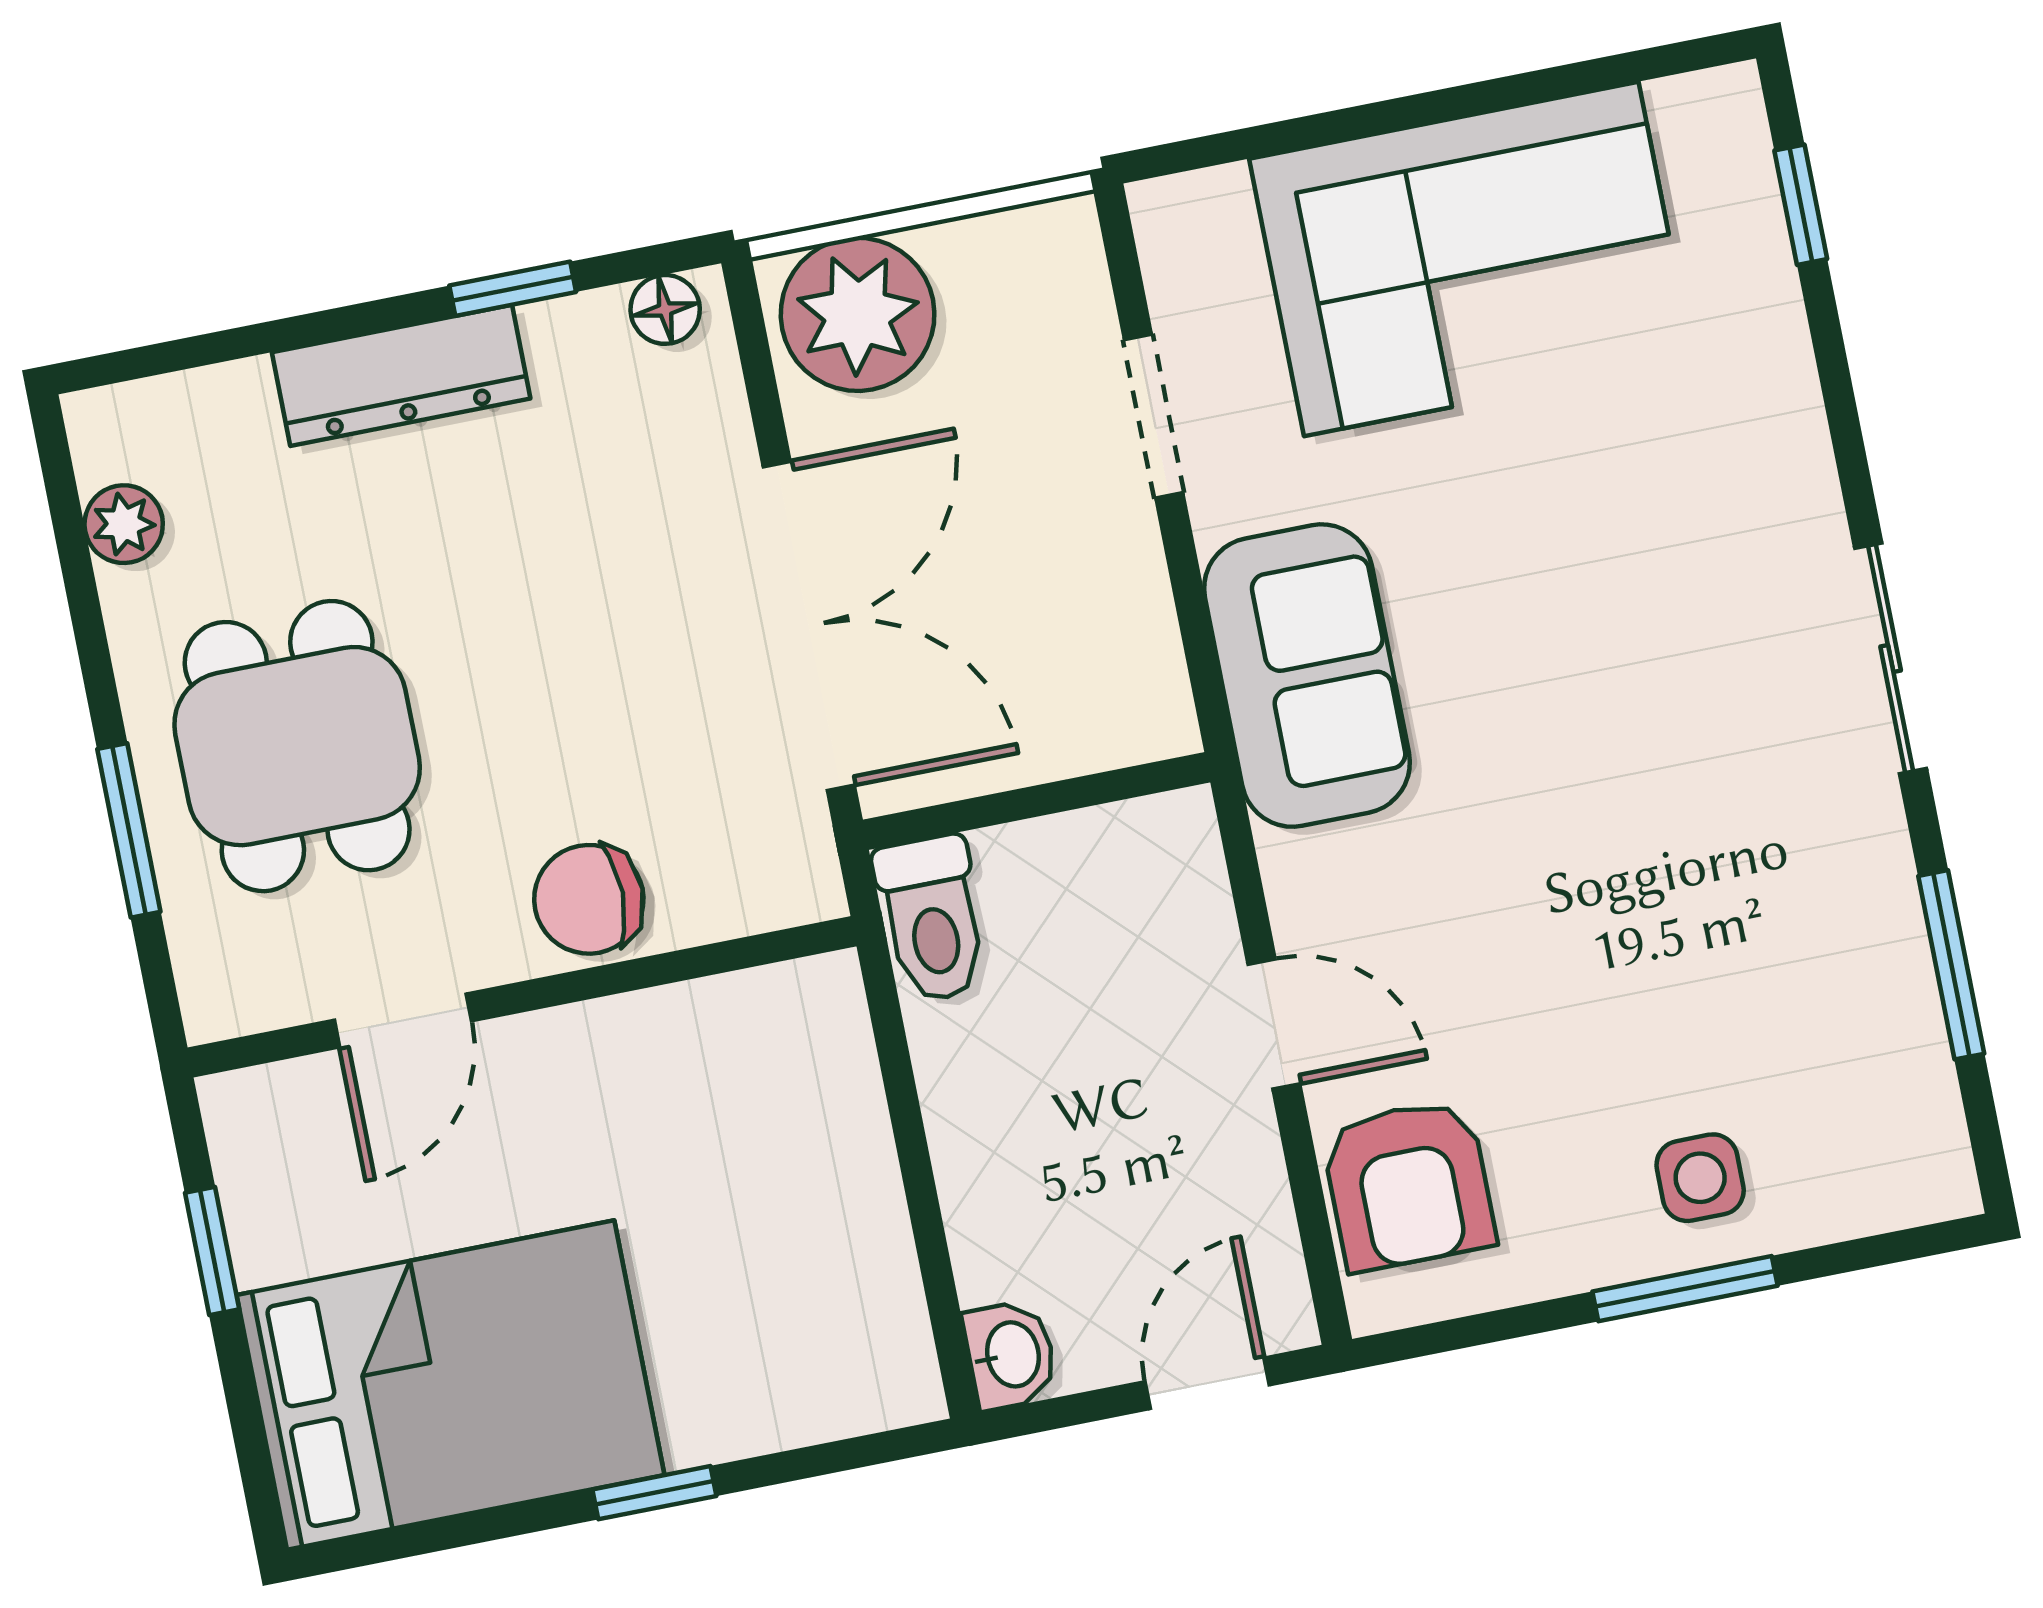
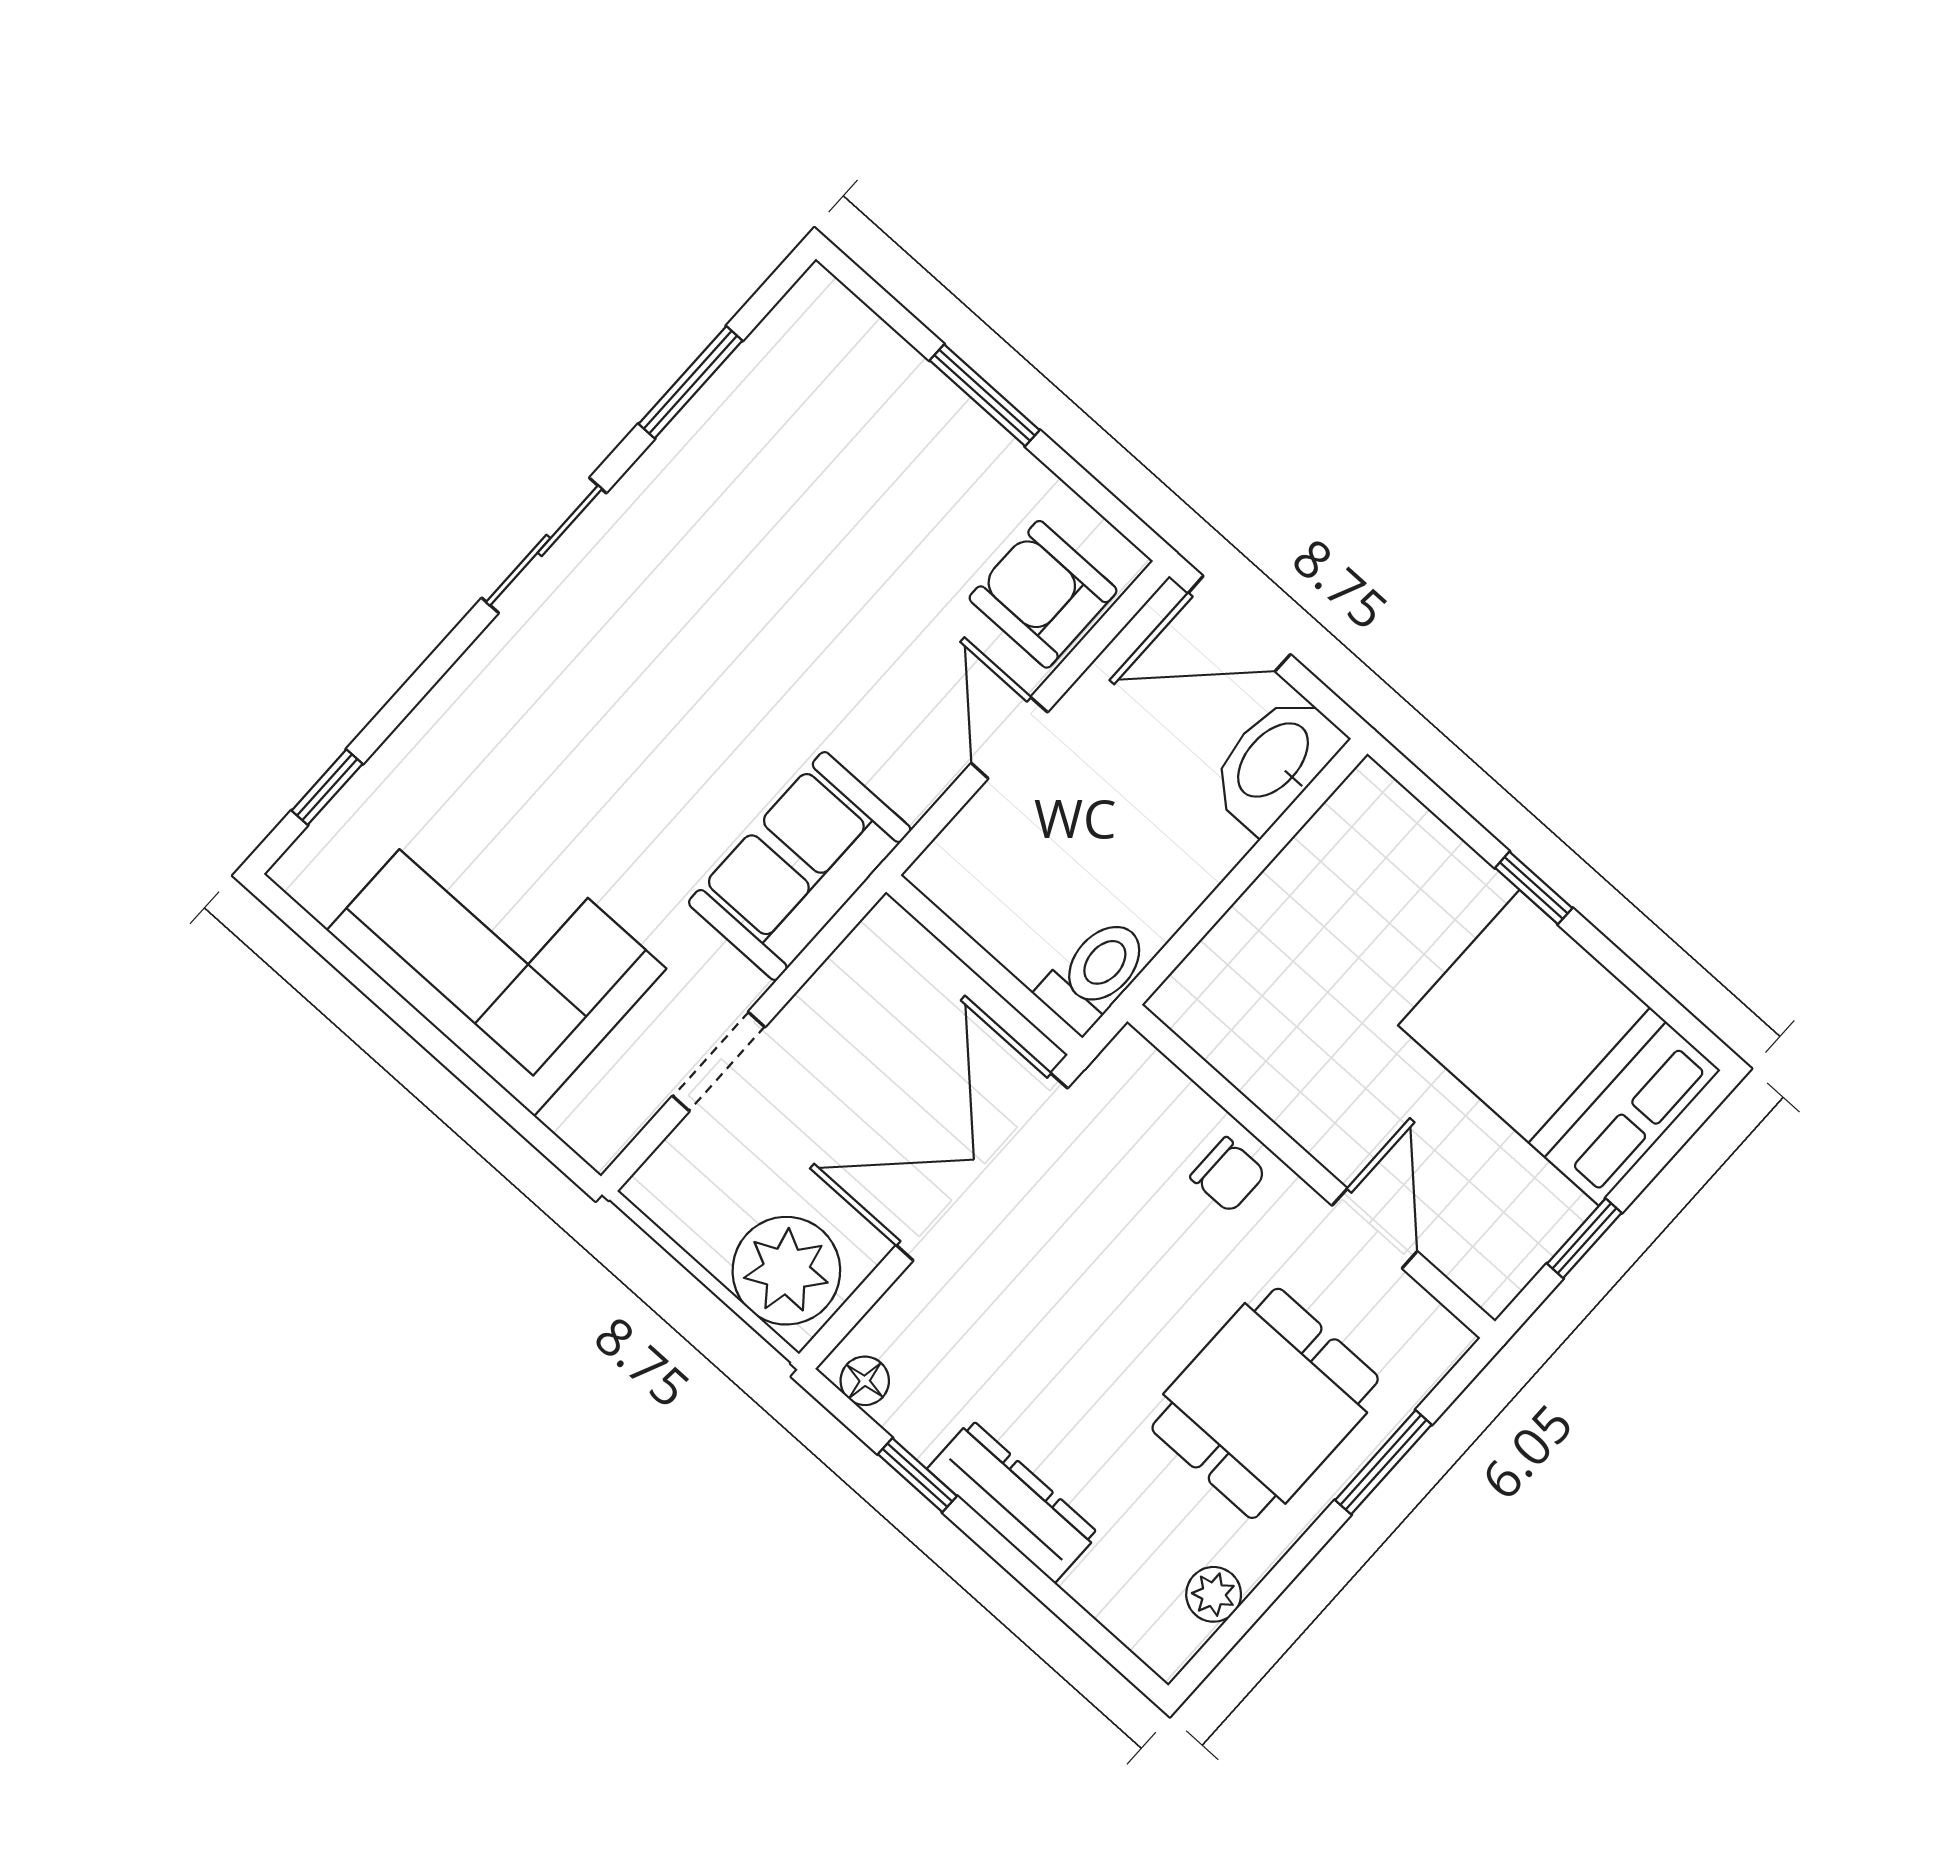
chair: (589, 899) -> (1228, 1175), width x0.73, depth x0.73
door: (403, 1020) -> (1375, 1228), hinge flipped
side table: (1700, 1178) -> (916, 433), removed
armchair: (1408, 1185) -> (1043, 594), turned -90
washbasin: (1011, 1355) -> (1275, 762), width x1.91, depth x1.45
door: (1207, 1383) -> (1239, 624), width x1.38

